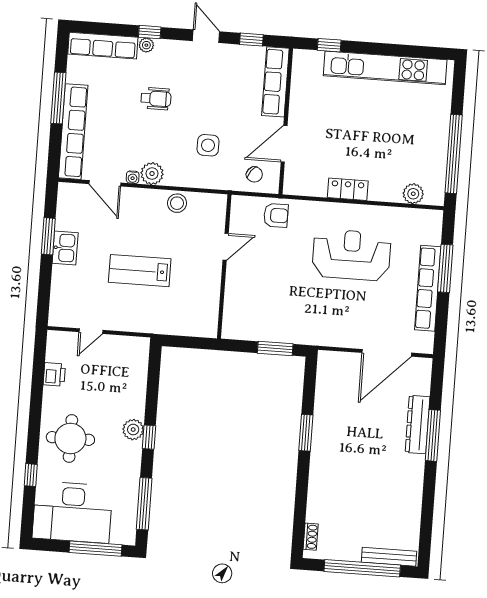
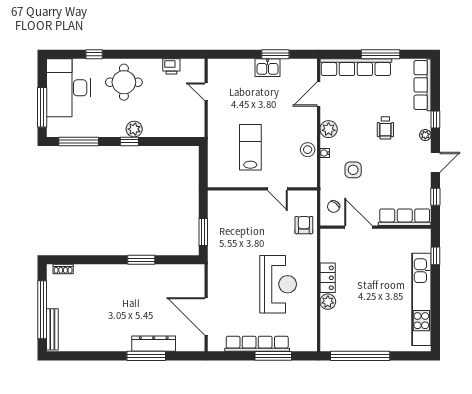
plant: (146, 45) -> (425, 135), moved
water cooler: (133, 177) -> (325, 153), moved
plant: (413, 194) -> (328, 302), moved
armchair: (276, 215) -> (304, 225), turned 180
lab bench: (140, 271) -> (250, 147), moved

